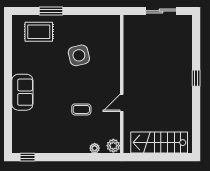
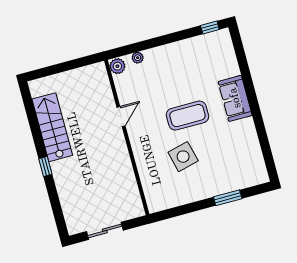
rug: (39, 32) -> (235, 171), removed
coffee table: (81, 109) -> (187, 116), moved, width x1.86, depth x1.72
stairs: (159, 143) -> (52, 127), moved, turned -90

